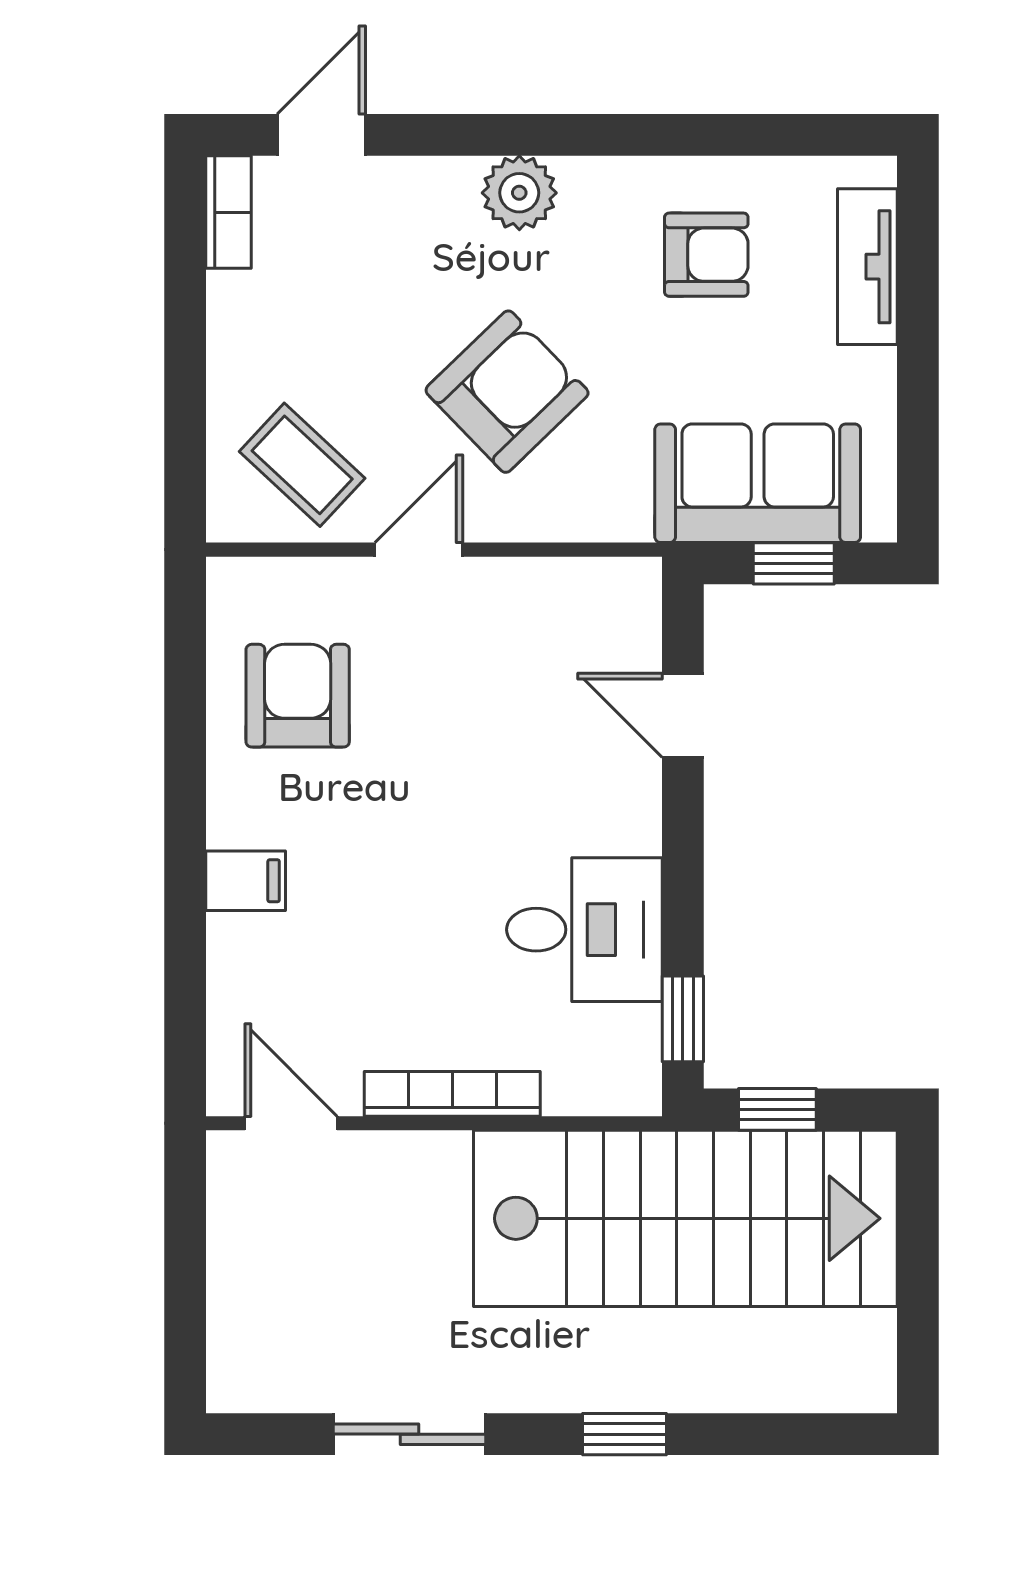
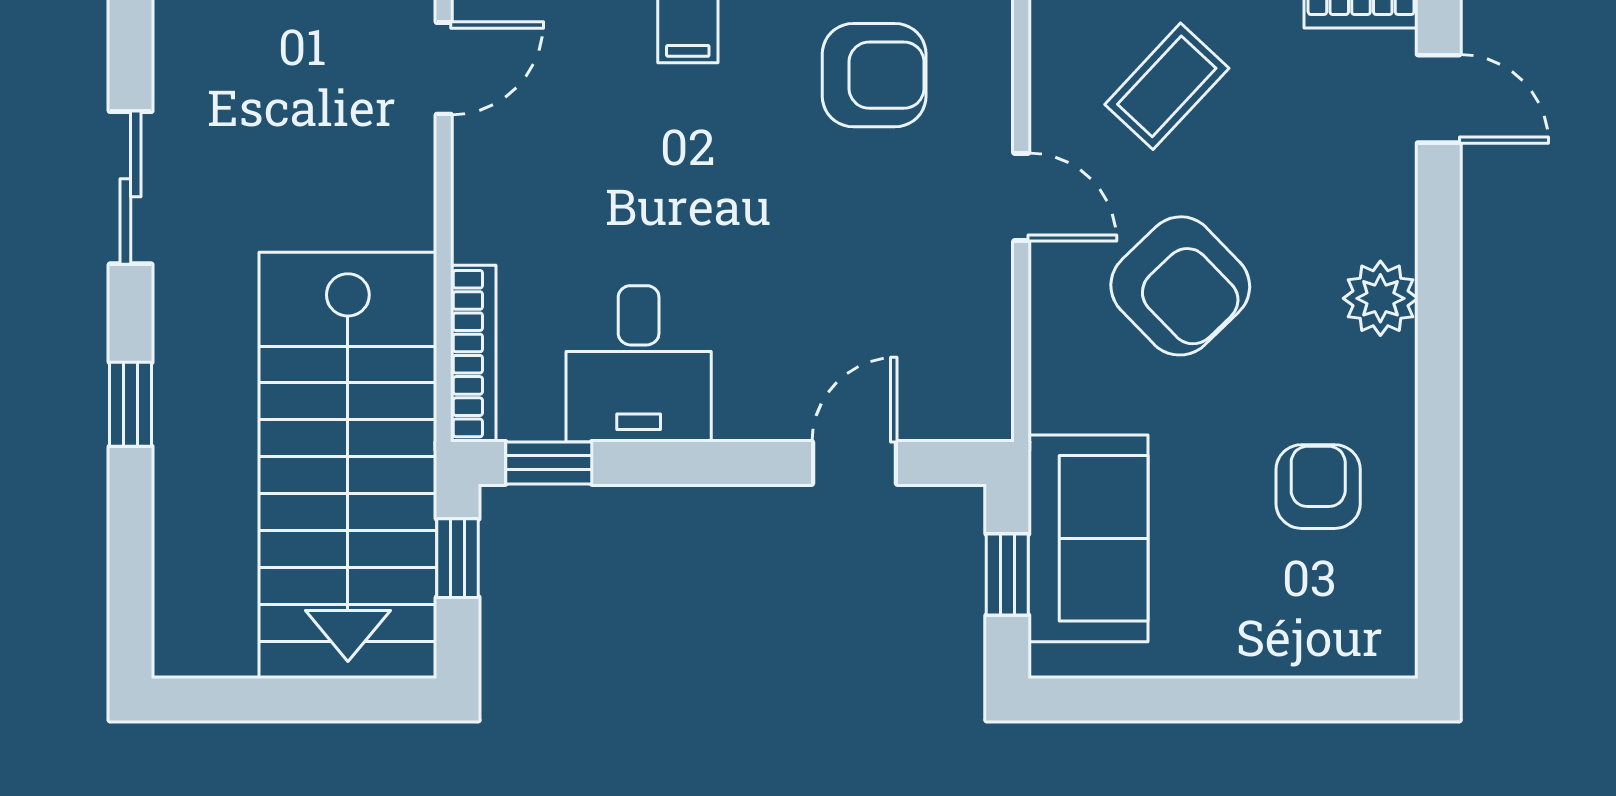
armchair: (706, 255) -> (1318, 487), turned 180
tv unit: (867, 267) -> (1306, 649), removed
coffee table: (302, 465) -> (1167, 86), moved
bookcase: (452, 1094) -> (473, 354), moved

